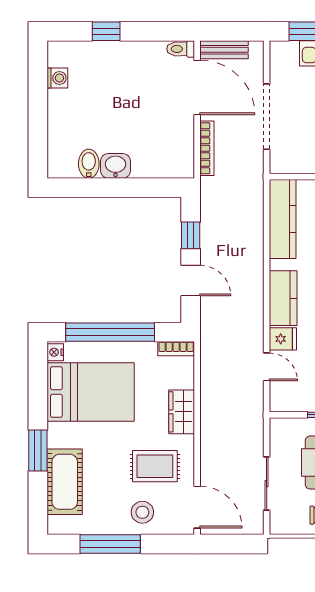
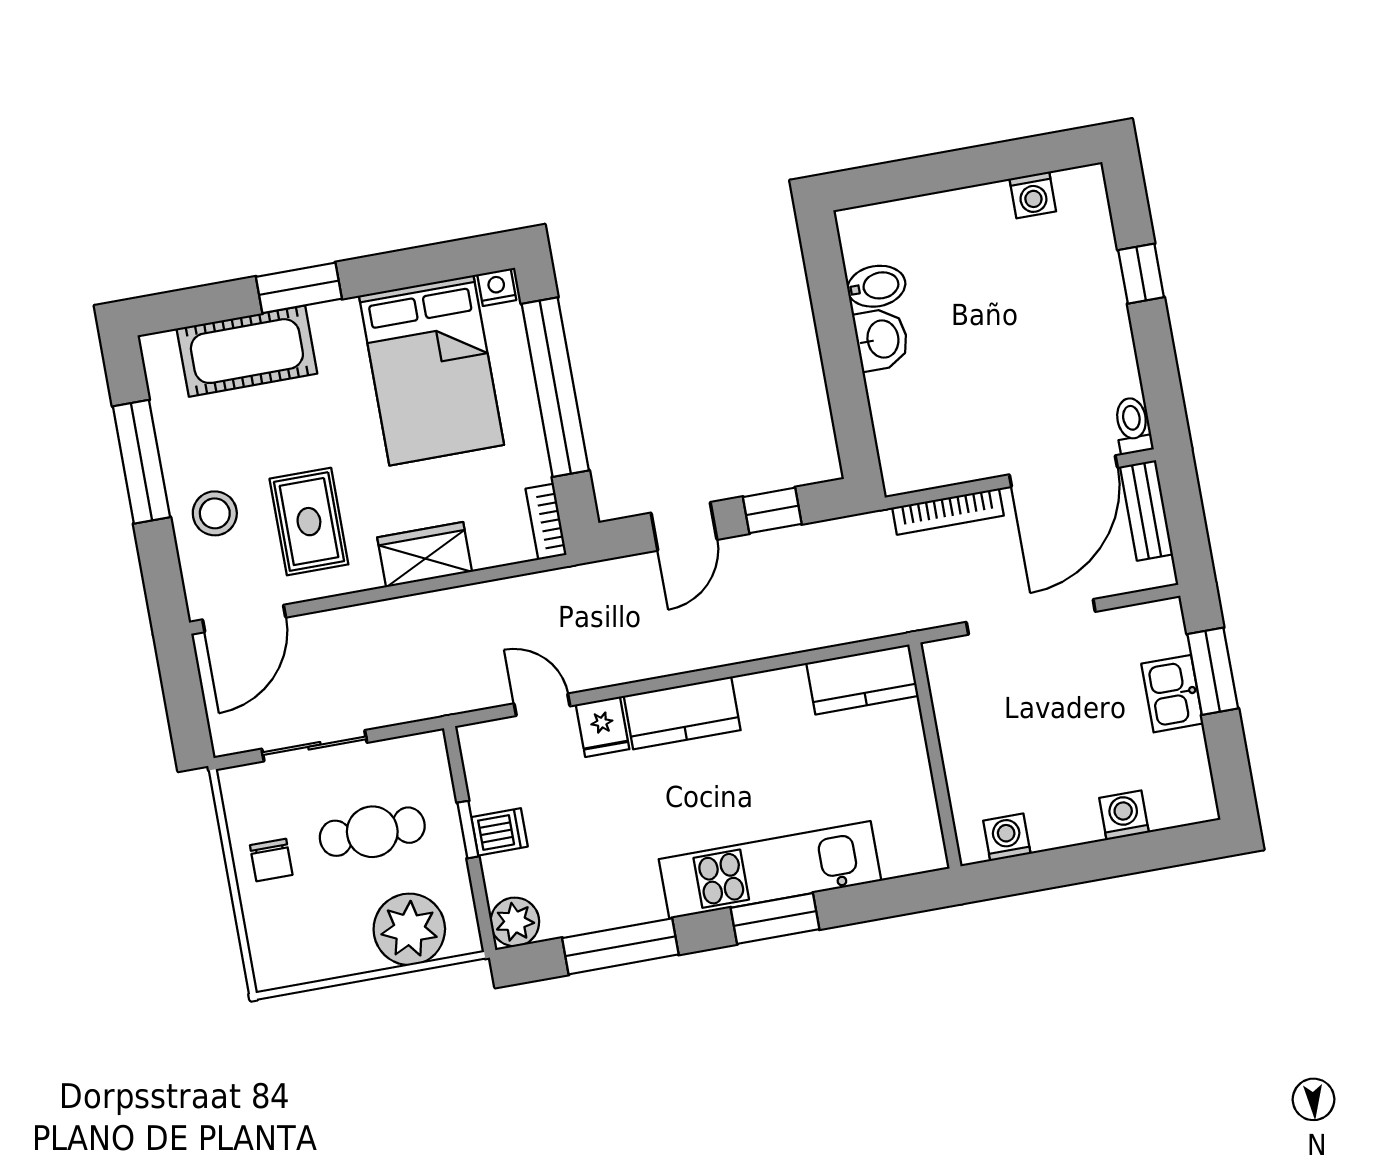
kitchen counter: (283, 219) -> (862, 679), width x0.67
door: (267, 367) -> (542, 705), swing flipped

